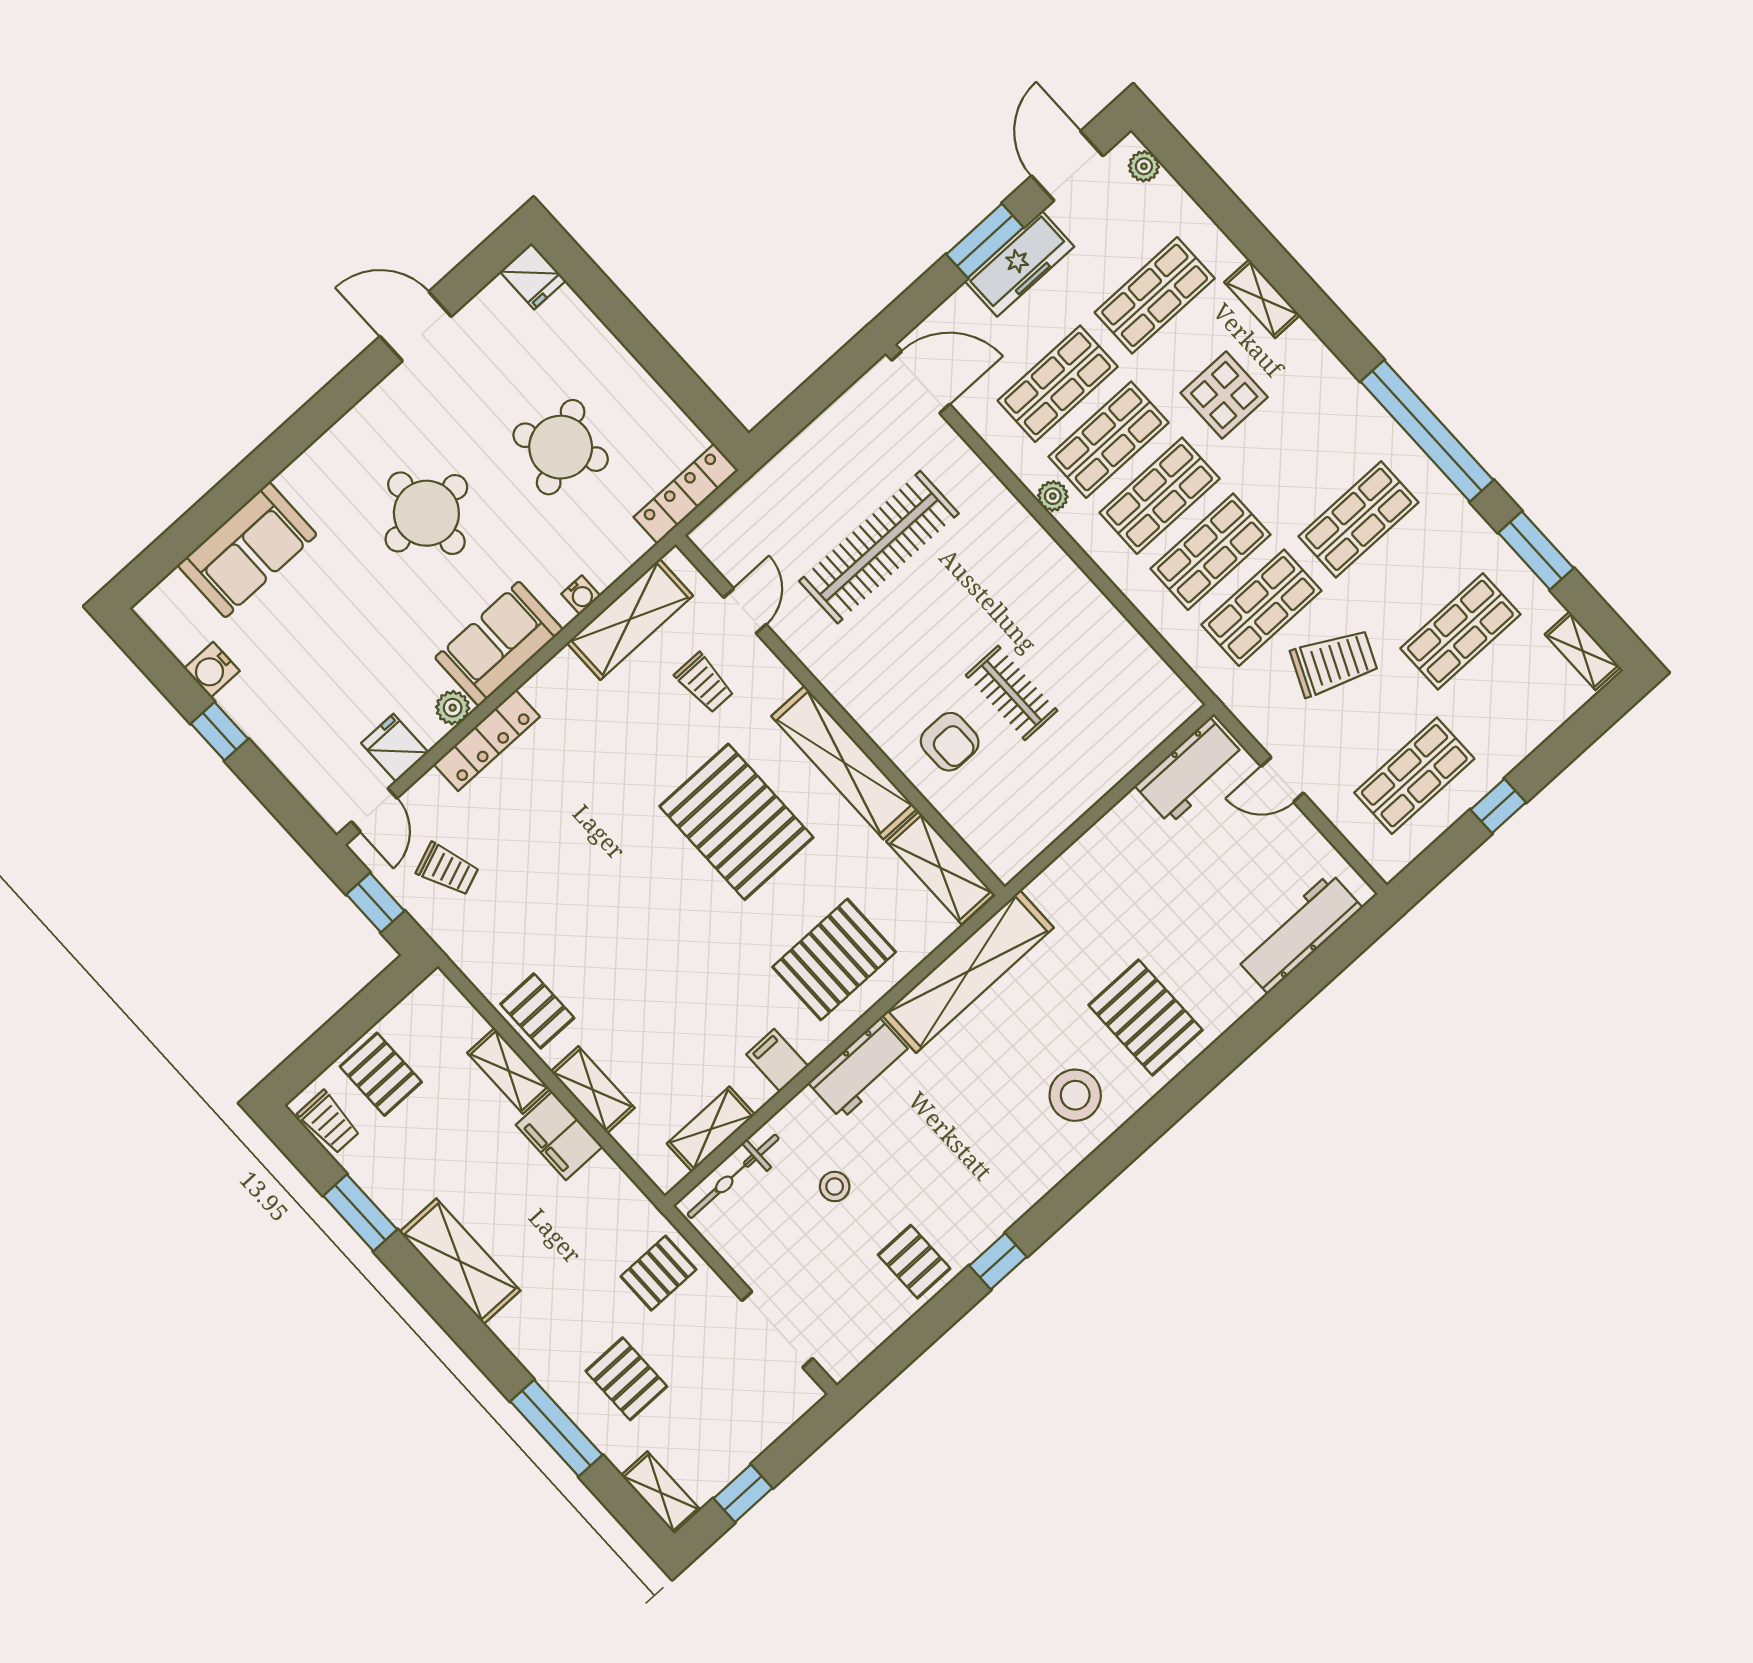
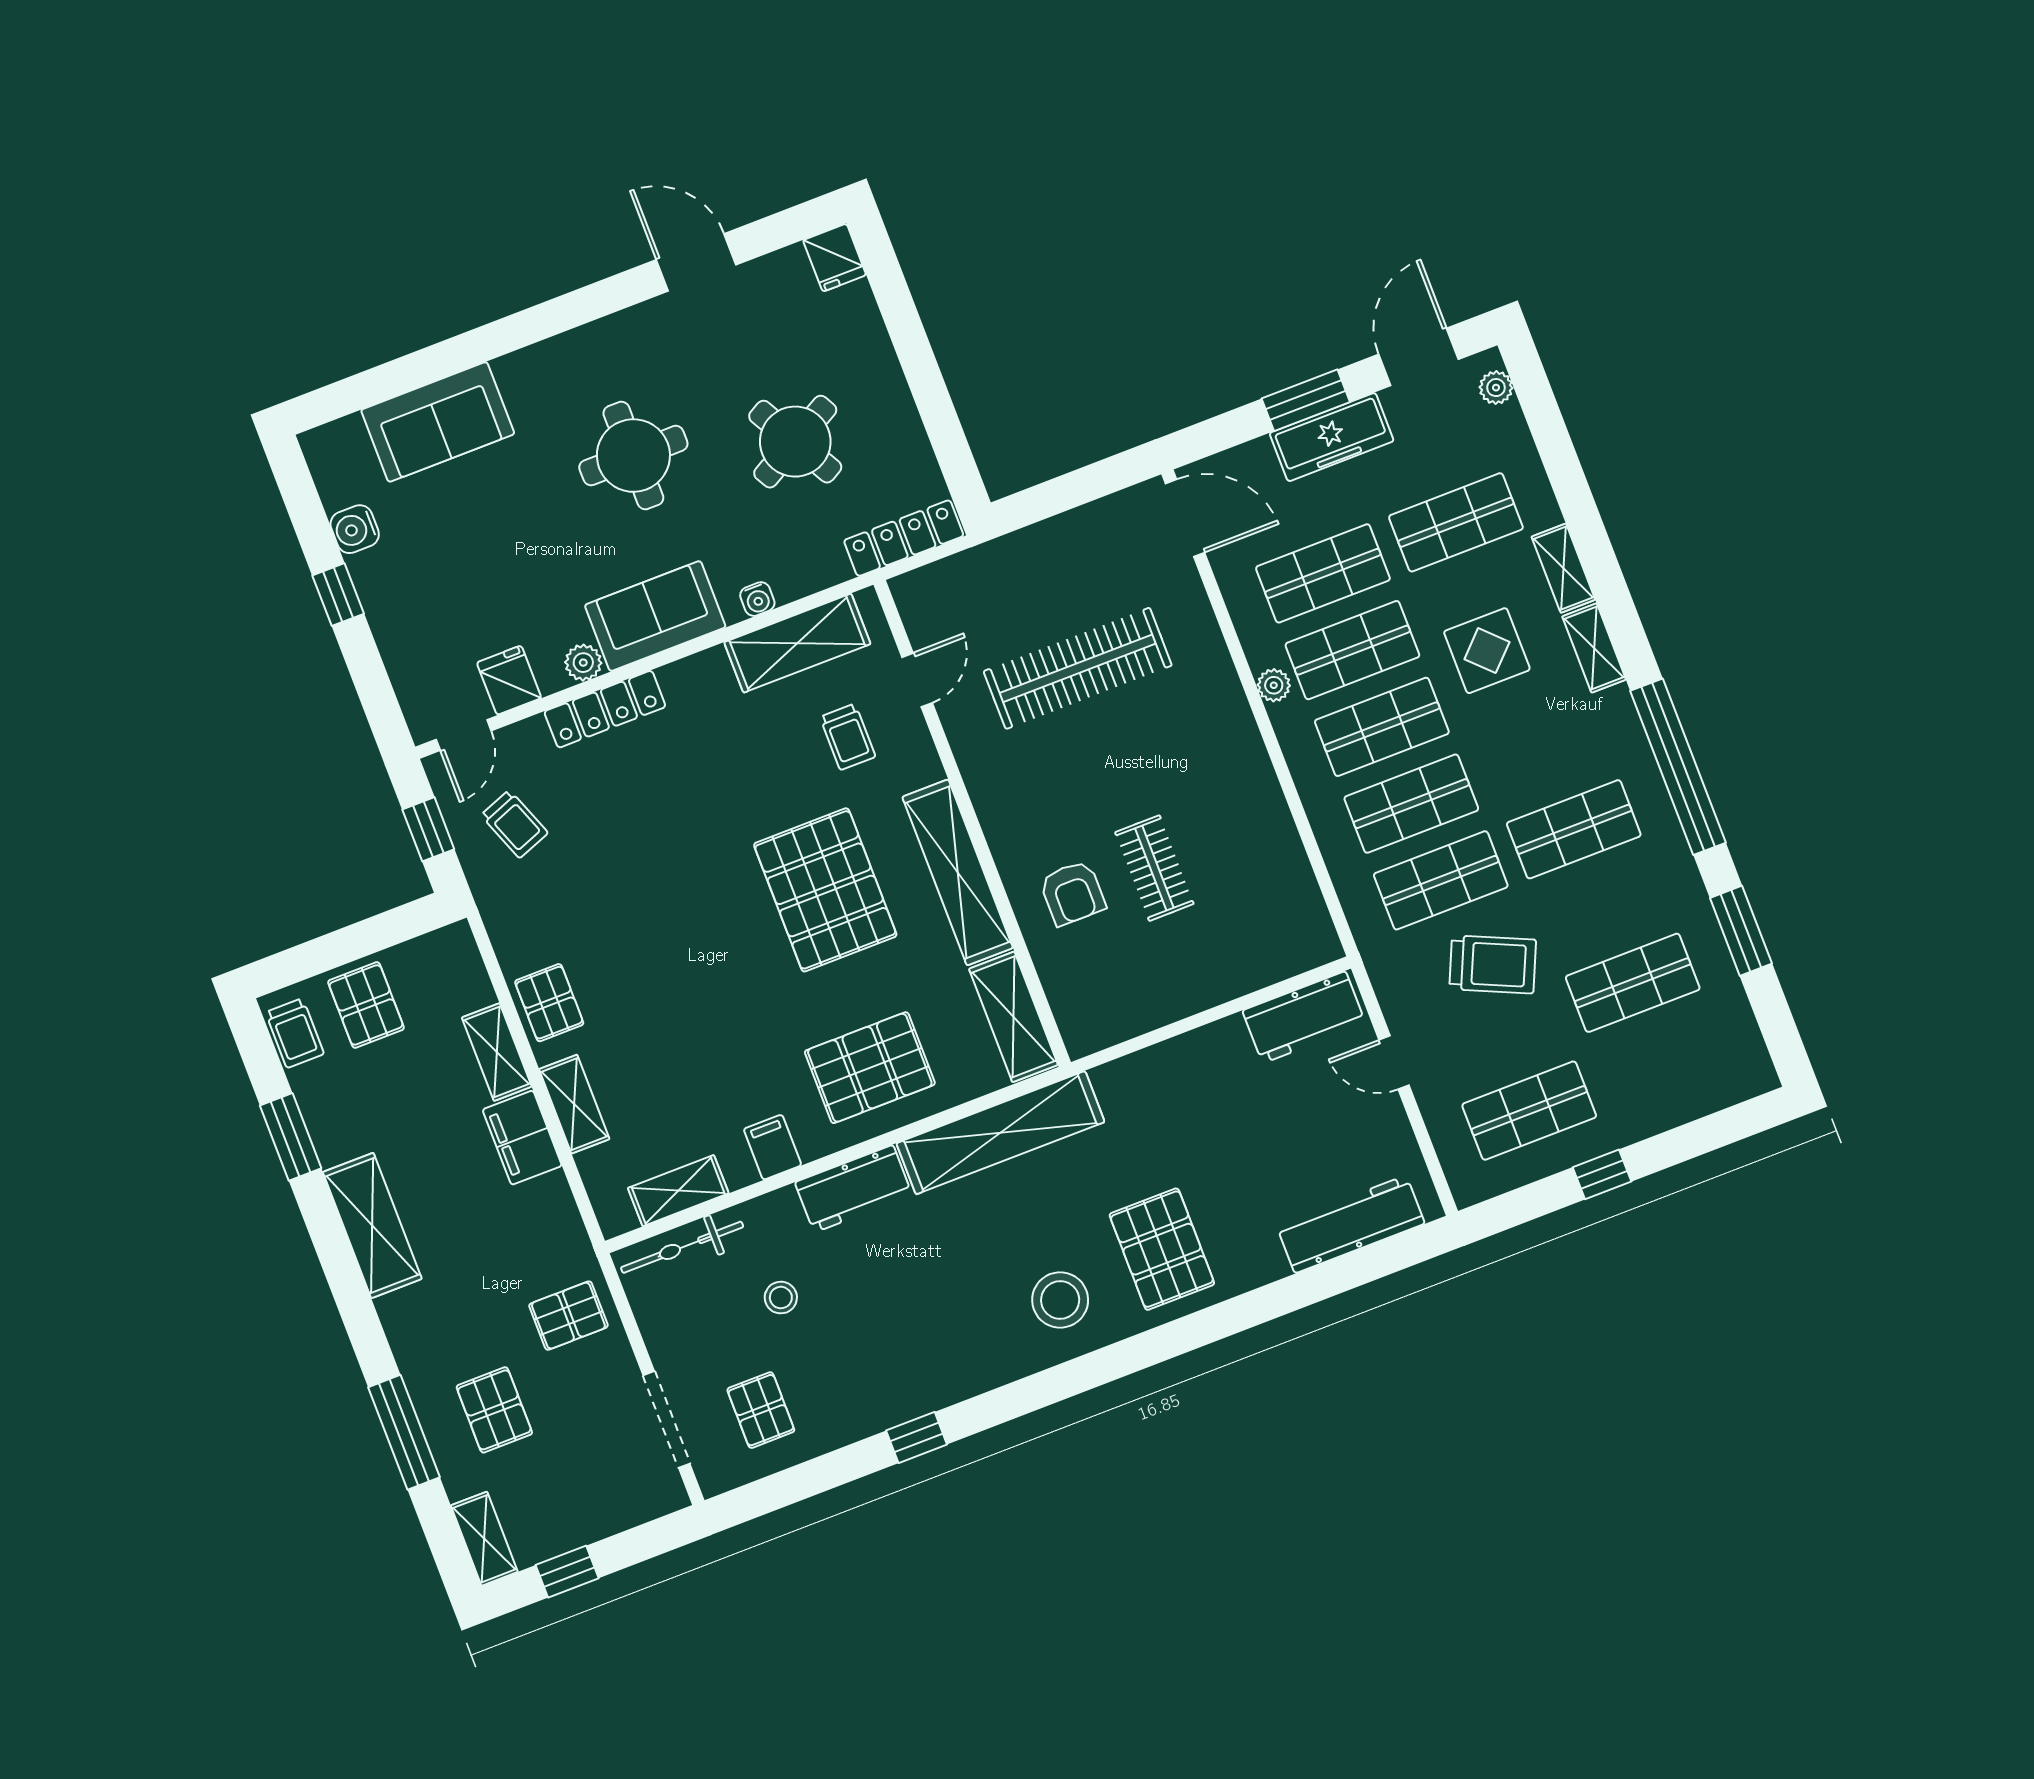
shelving: (1583, 651) -> (1594, 648), moved
pallet: (914, 1262) -> (761, 1410), moved

